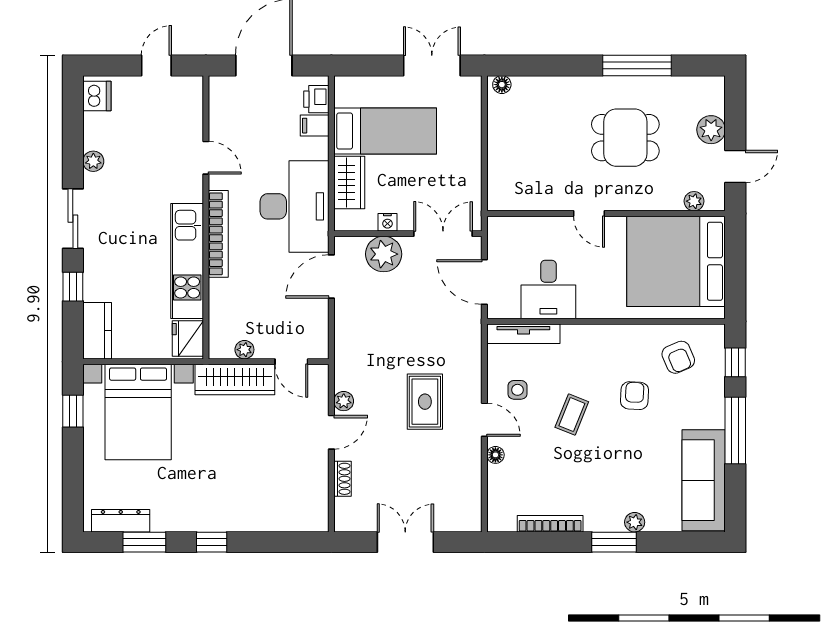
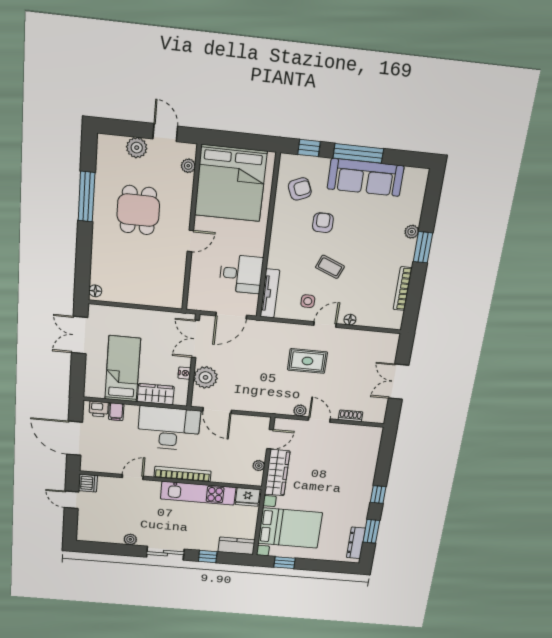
dishwasher: (97, 96) -> (88, 483), moved, turned 90
armchair: (635, 396) -> (323, 223), turned 87
sofa: (704, 480) -> (366, 177), moved

